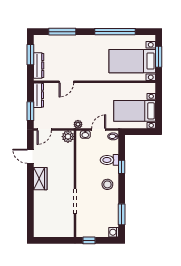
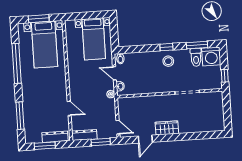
plant: (68, 137) -> (123, 103), removed
toilet: (109, 160) -> (196, 57), moved
window: (122, 167) -> (166, 47), moved
washing machine: (114, 232) -> (211, 56), width x1.89, depth x1.89

